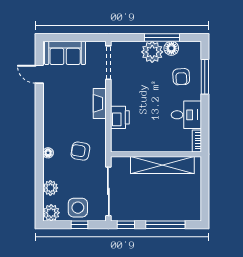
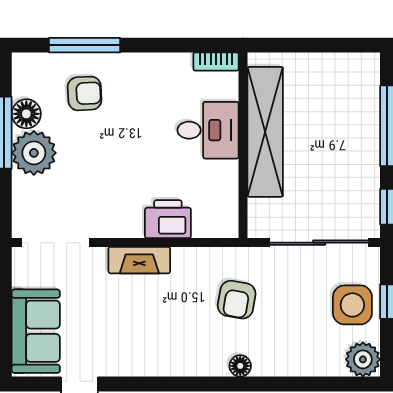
desk: (186, 115) -> (208, 130), moved, turned 90
plant: (50, 188) -> (312, 361), removed

